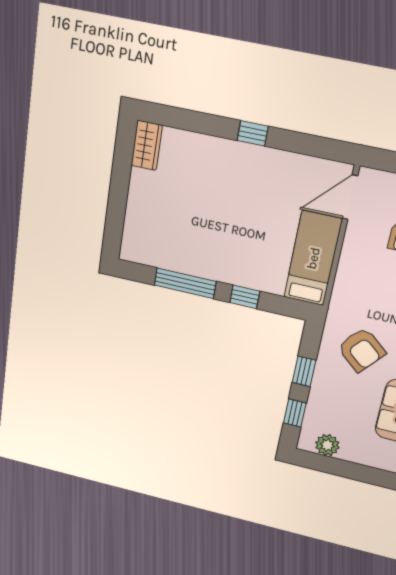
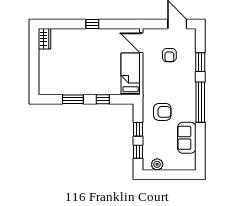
door: (350, 197) -> (141, 43), hinge flipped
window: (185, 283) -> (73, 99), width x0.69
armchair: (361, 350) -> (162, 112), turned -40

